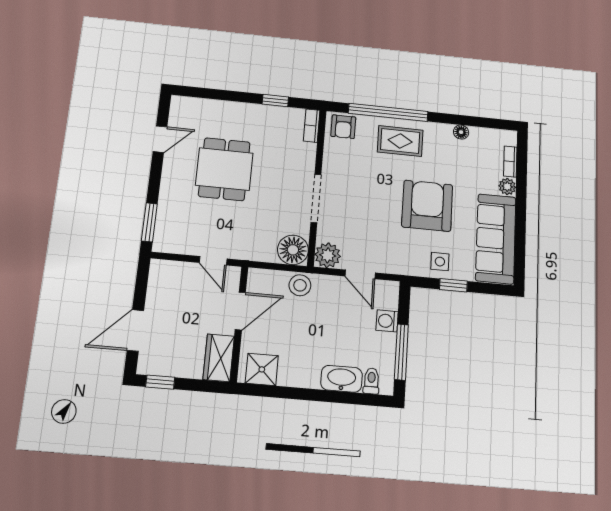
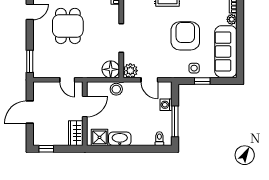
door: (135, 330) -> (30, 112), moved
washbasin: (342, 379) -> (120, 139), moved

